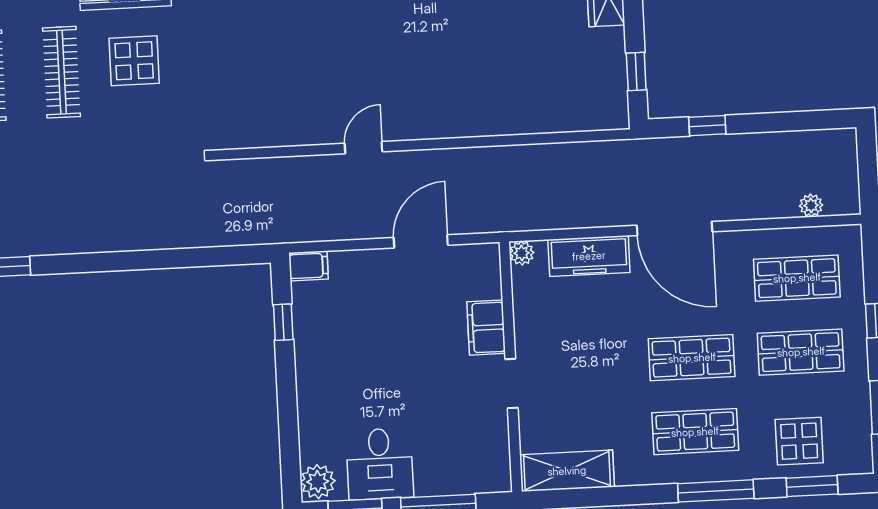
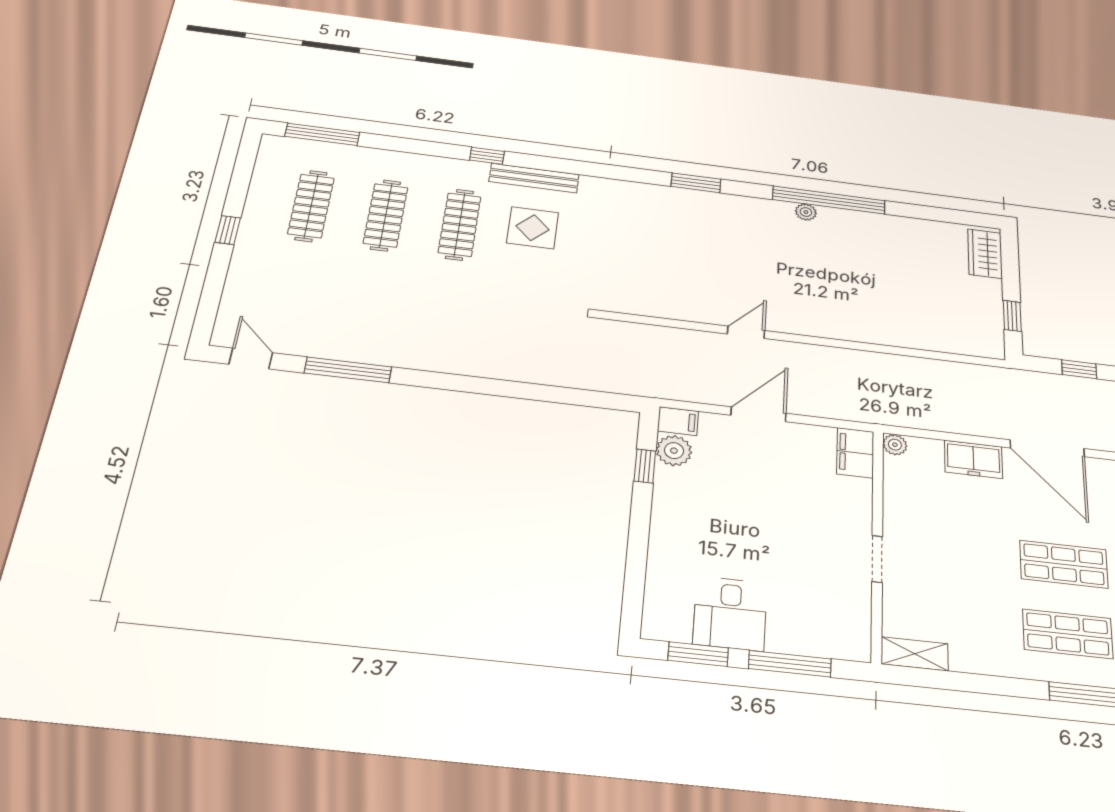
door: (421, 241) -> (758, 414), moved
freezer: (589, 256) -> (974, 459), width x0.71
filing cabinet: (486, 328) -> (855, 453), moved
shelving: (567, 471) -> (915, 654), width x0.67, depth x0.75
plant: (318, 482) -> (674, 451), moved

